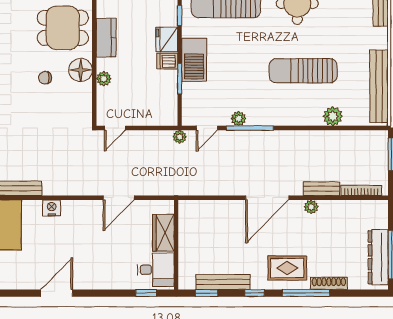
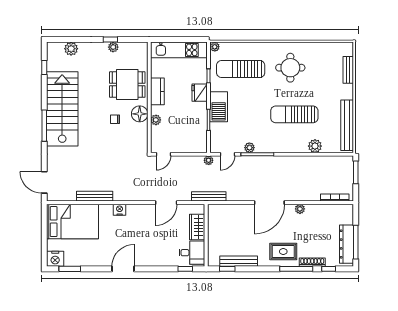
dishwasher: (167, 61) -> (200, 108), removed
bench: (322, 189) -> (209, 196), moved, width x1.36
window: (254, 293) -> (329, 269), moved

